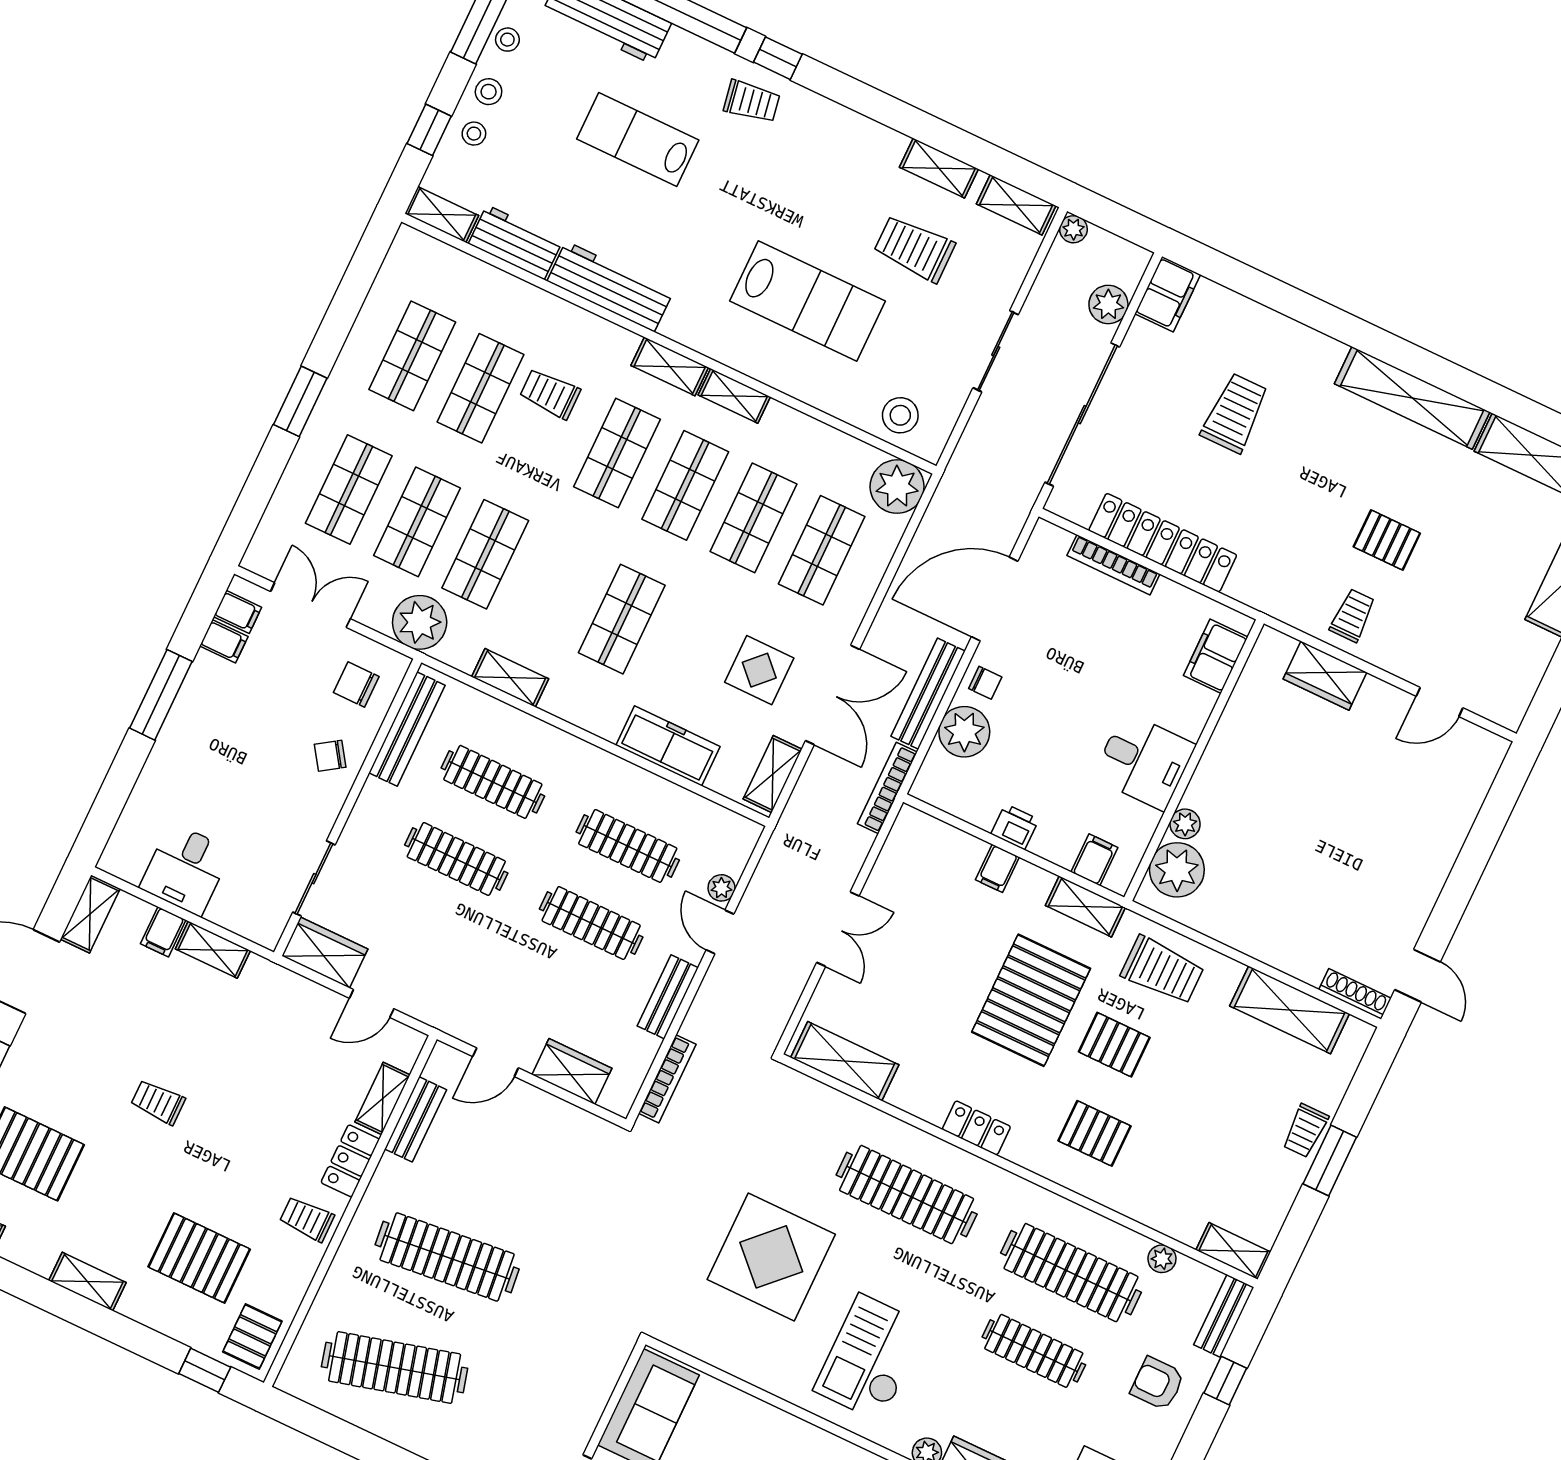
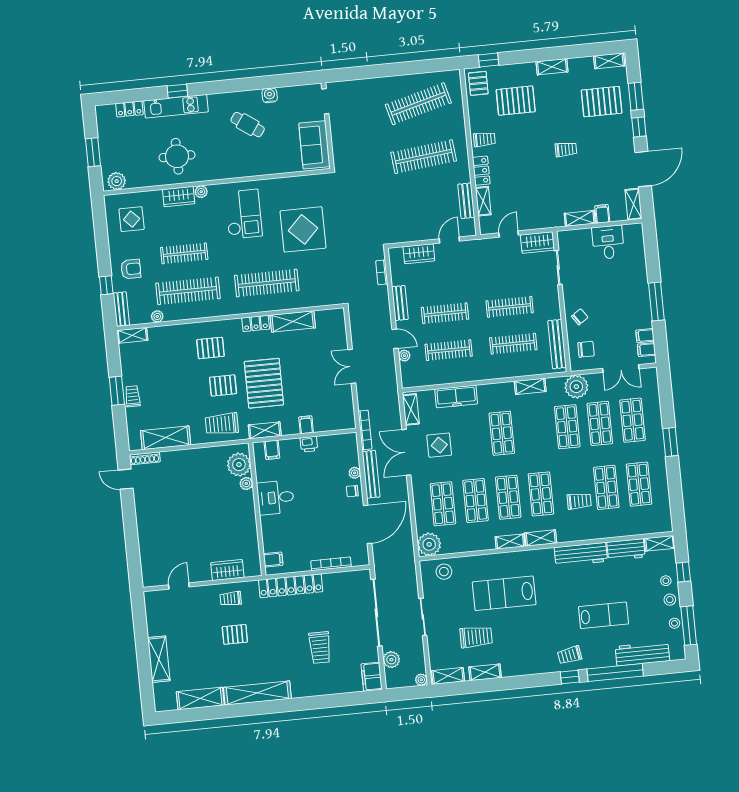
locker: (1163, 543) -> (291, 586), moved
trolley: (1353, 615) -> (231, 599), turned 90
filing cabinet: (1216, 656) -> (273, 560), width x0.50
plant: (964, 732) -> (355, 473), width x0.53, depth x0.53
shelving: (845, 1061) -> (293, 321), moved
bookcase: (667, 1079) -> (382, 272), width x0.64

